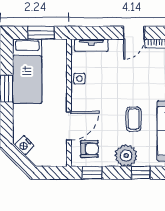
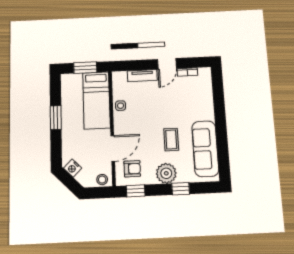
tv unit: (91, 45) -> (142, 76), moved
bed: (27, 71) -> (96, 100), moved
stool: (56, 159) -> (102, 180), added

